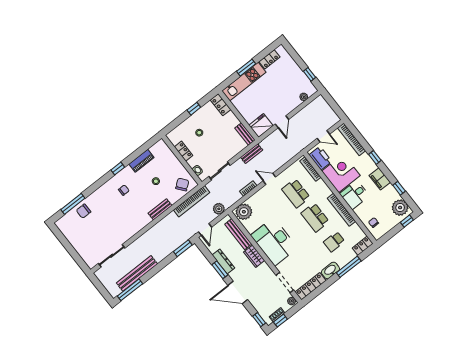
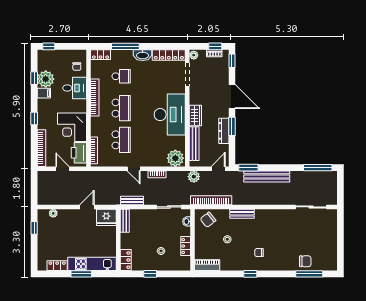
piano: (141, 161) -> (207, 265), moved
filing cabinet: (380, 179) -> (44, 93), width x0.50
desk: (355, 195) -> (75, 88), moved
plant: (400, 208) -> (46, 79), moved
bench: (137, 273) -> (267, 176), moved

